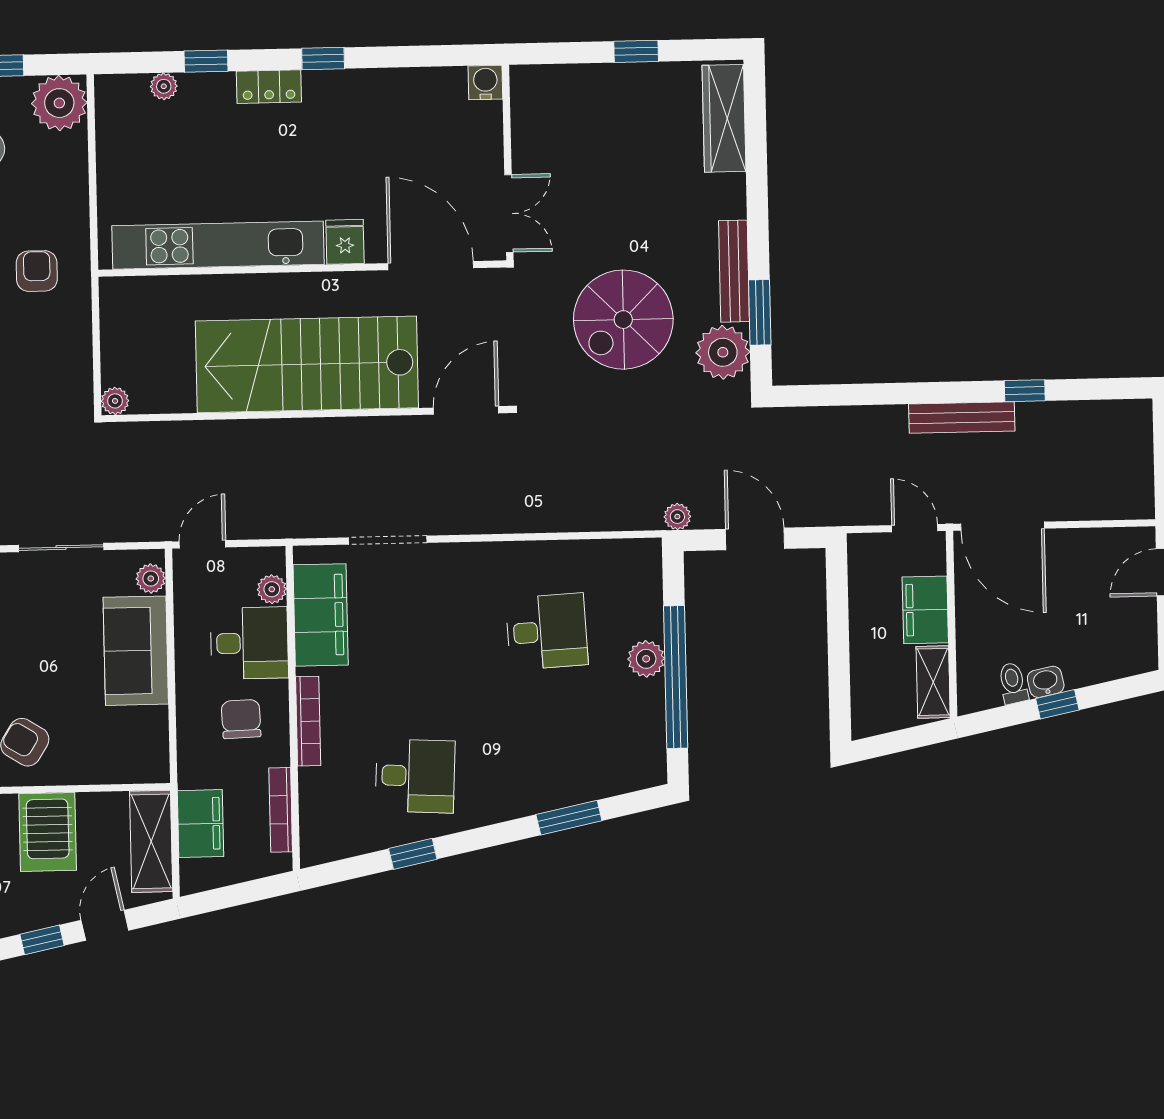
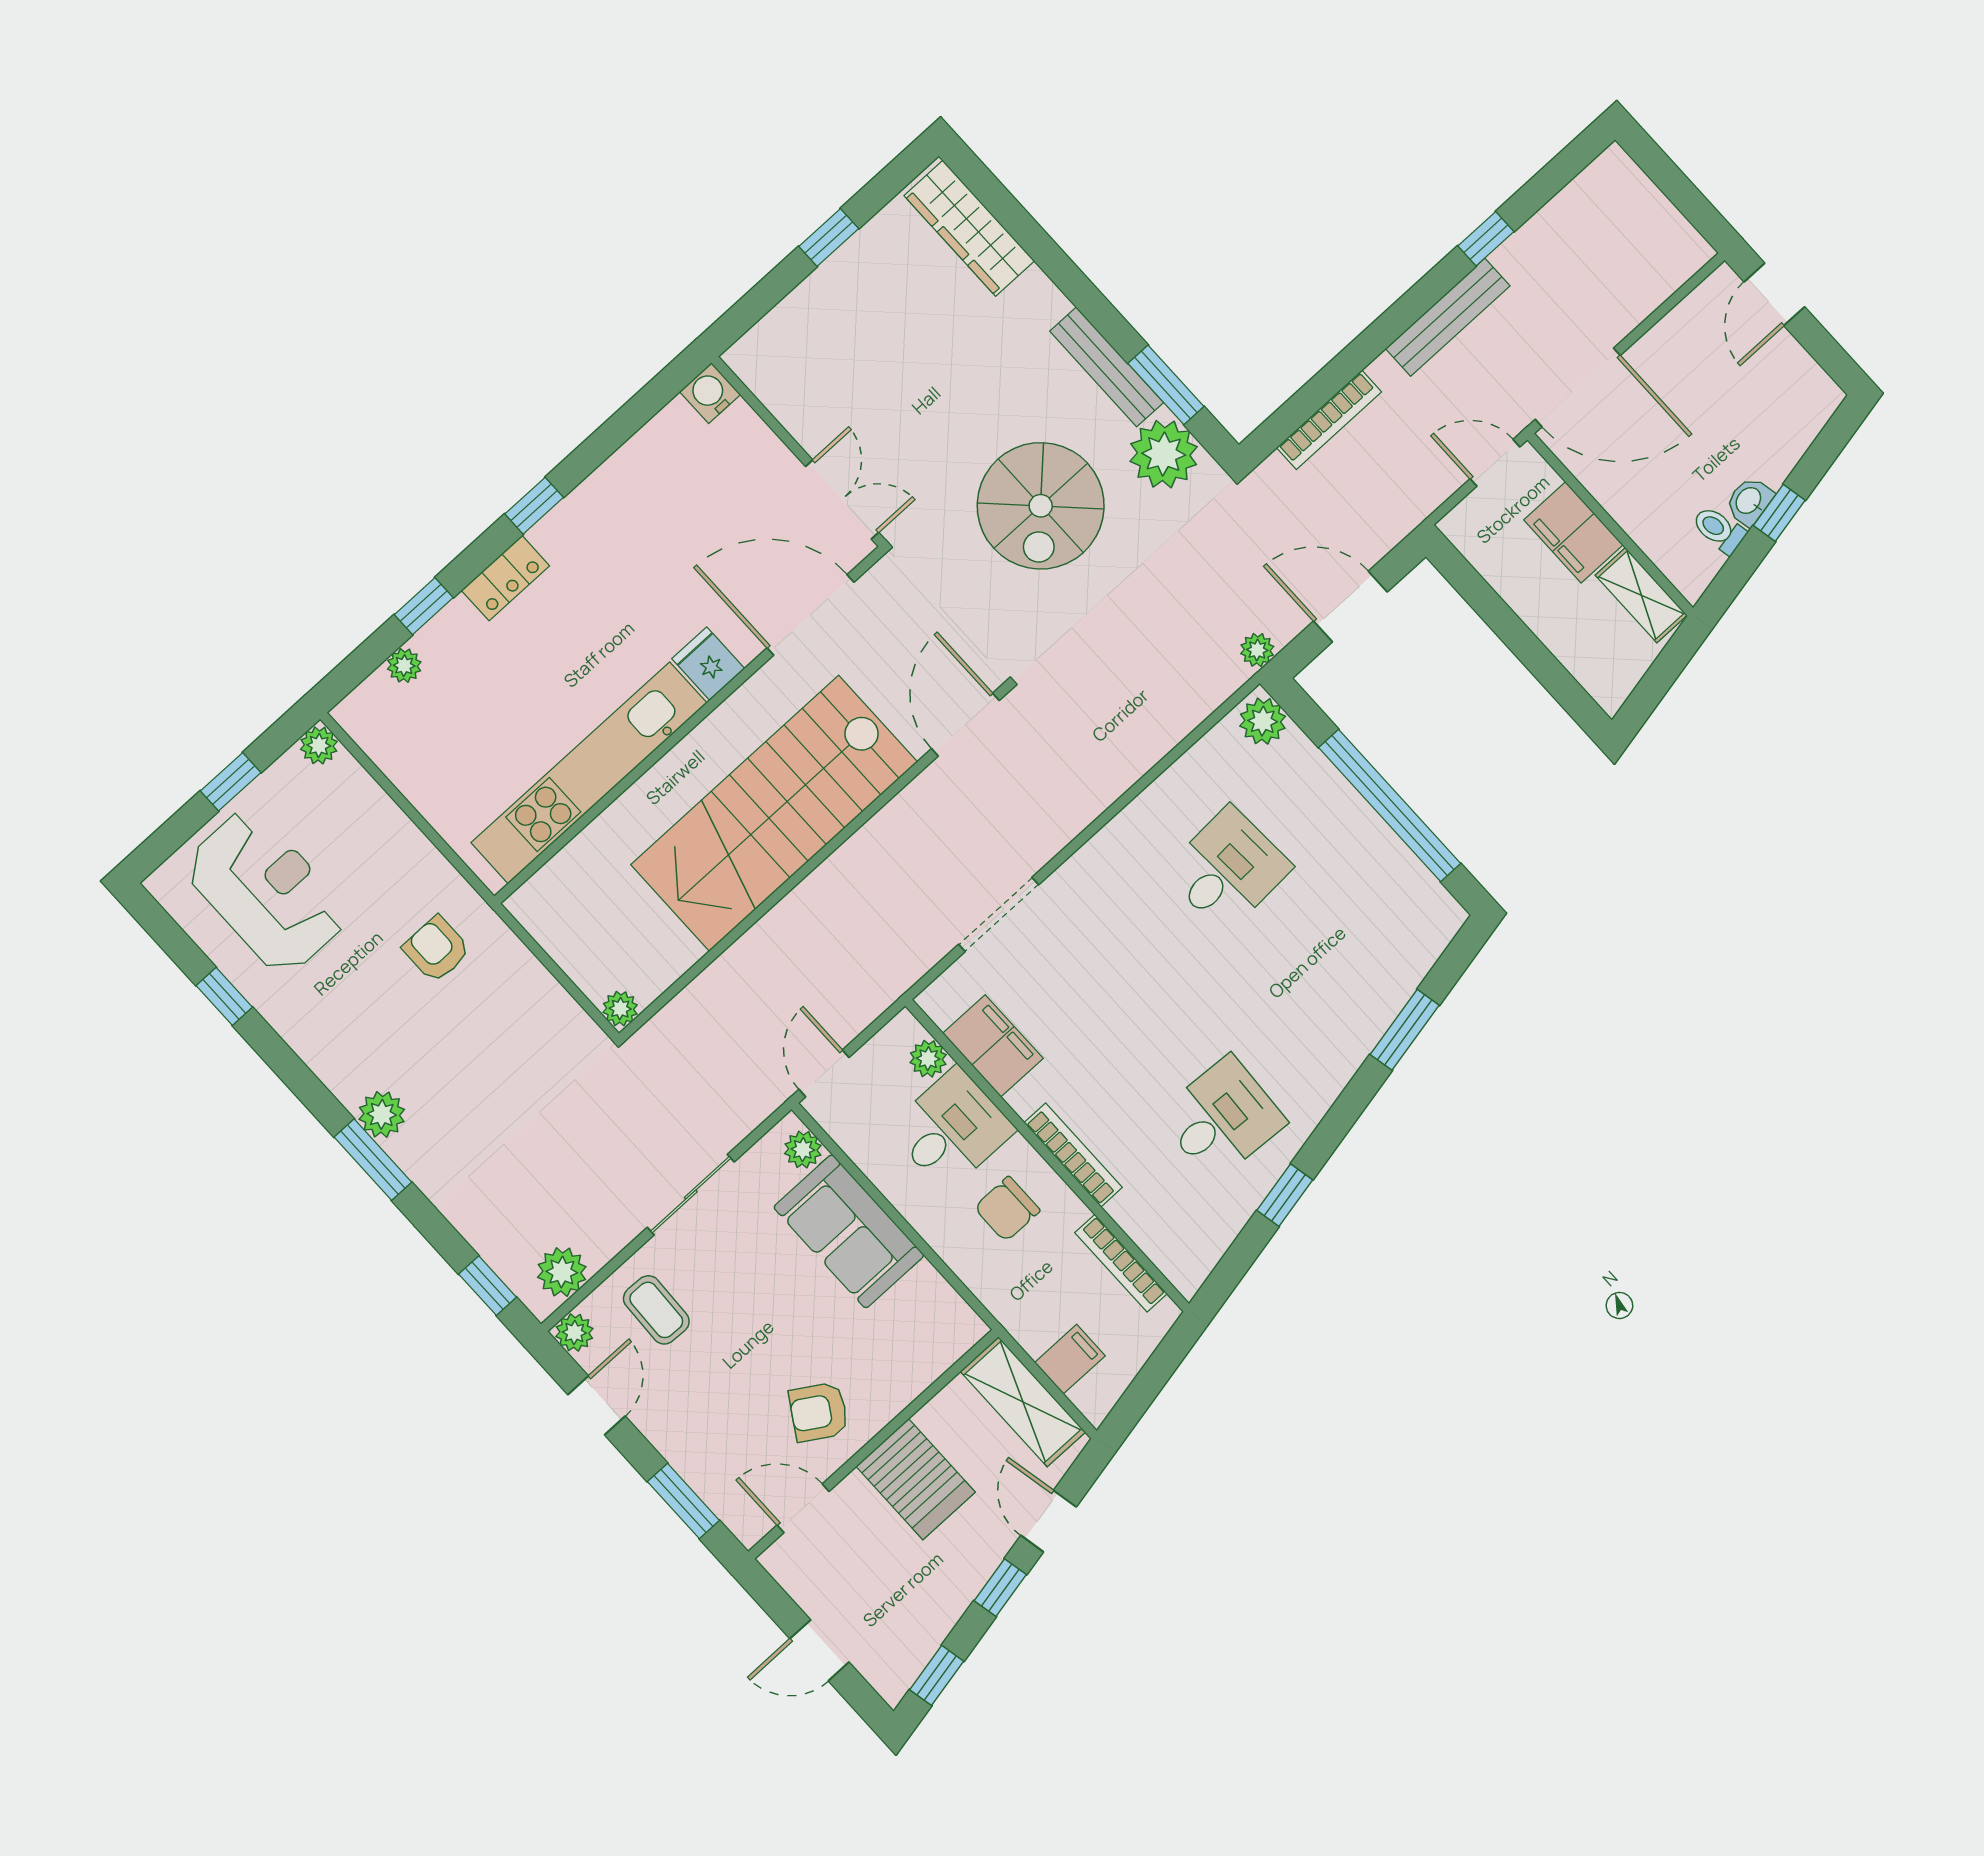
plant: (59, 103) -> (319, 745), width x0.53, depth x0.53
bookcase: (839, 417) -> (1329, 420), added
filing cabinet: (321, 615) -> (993, 1046), width x0.67, depth x0.86
plant: (646, 659) -> (1263, 721), moved
chair: (241, 719) -> (1007, 1209), turned -88
filing cabinet: (201, 824) -> (1070, 1359), width x0.50

